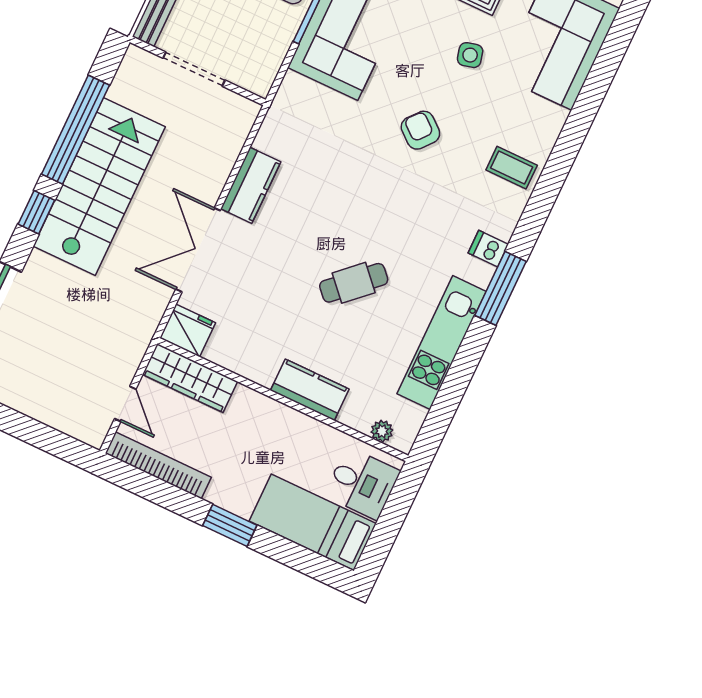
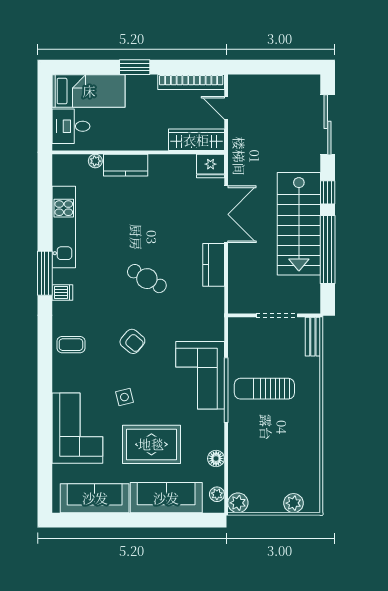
cafe table: (354, 283) -> (147, 279), moved, turned 73
plant: (382, 431) -> (95, 161), moved

